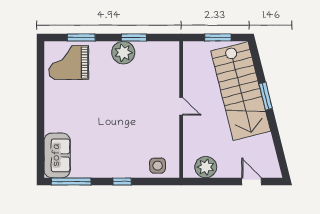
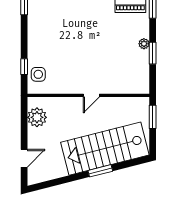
window: (218, 37) -> (153, 117), moved
plant: (123, 53) -> (144, 44), width x0.53, depth x0.53
window: (122, 181) -> (24, 67), moved

